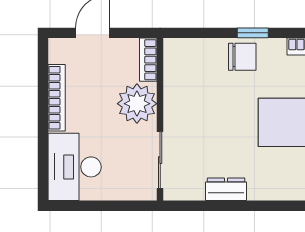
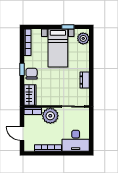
wardrobe: (189, 53) -> (30, 95), added

